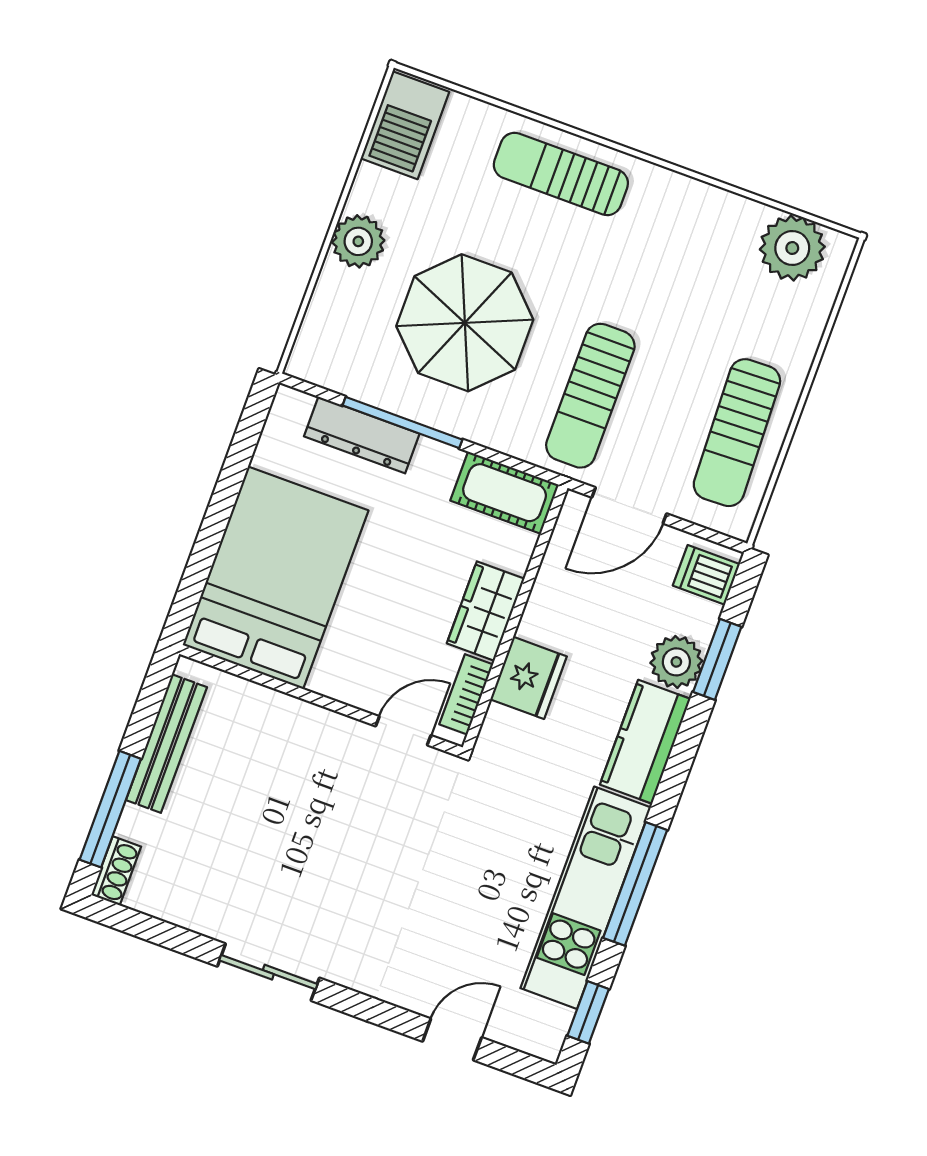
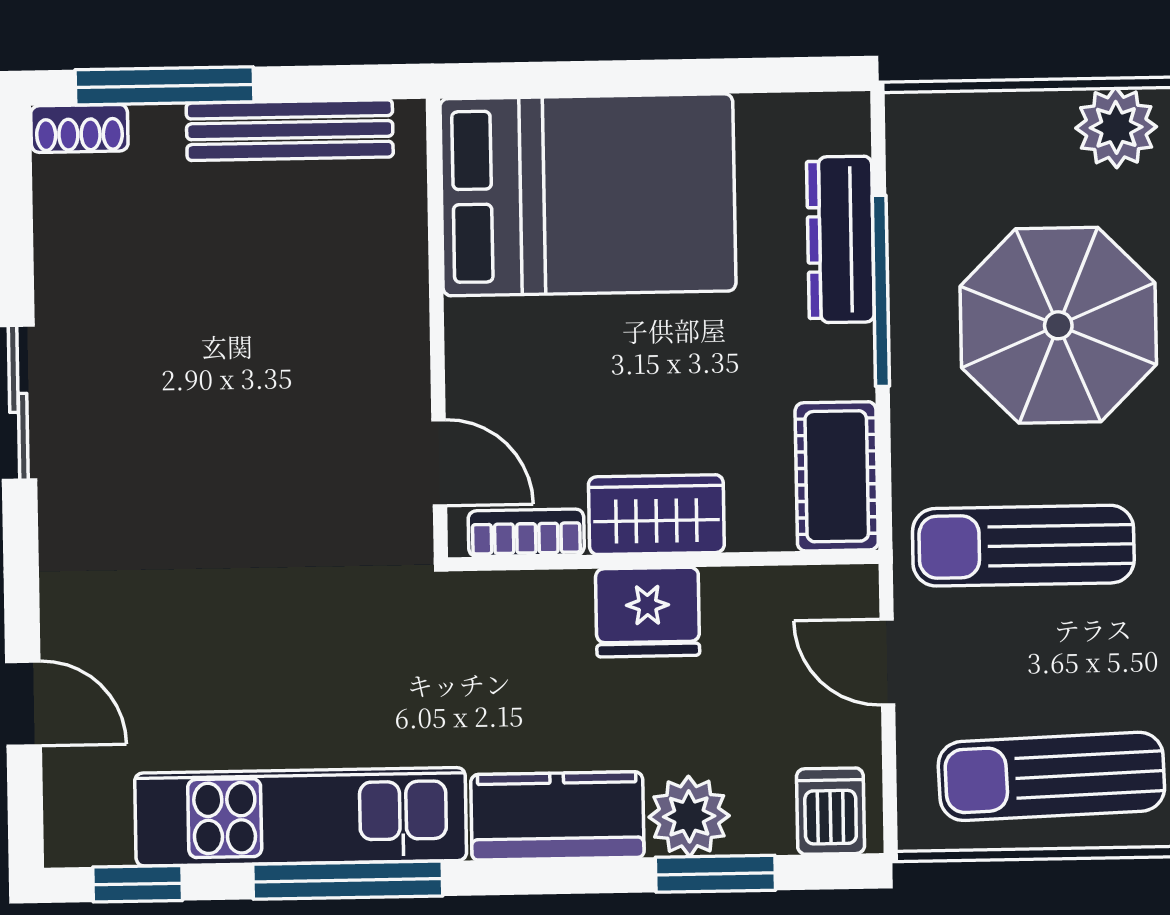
door: (629, 505) -> (887, 662), width x0.73
fridge: (529, 678) -> (648, 612), moved

